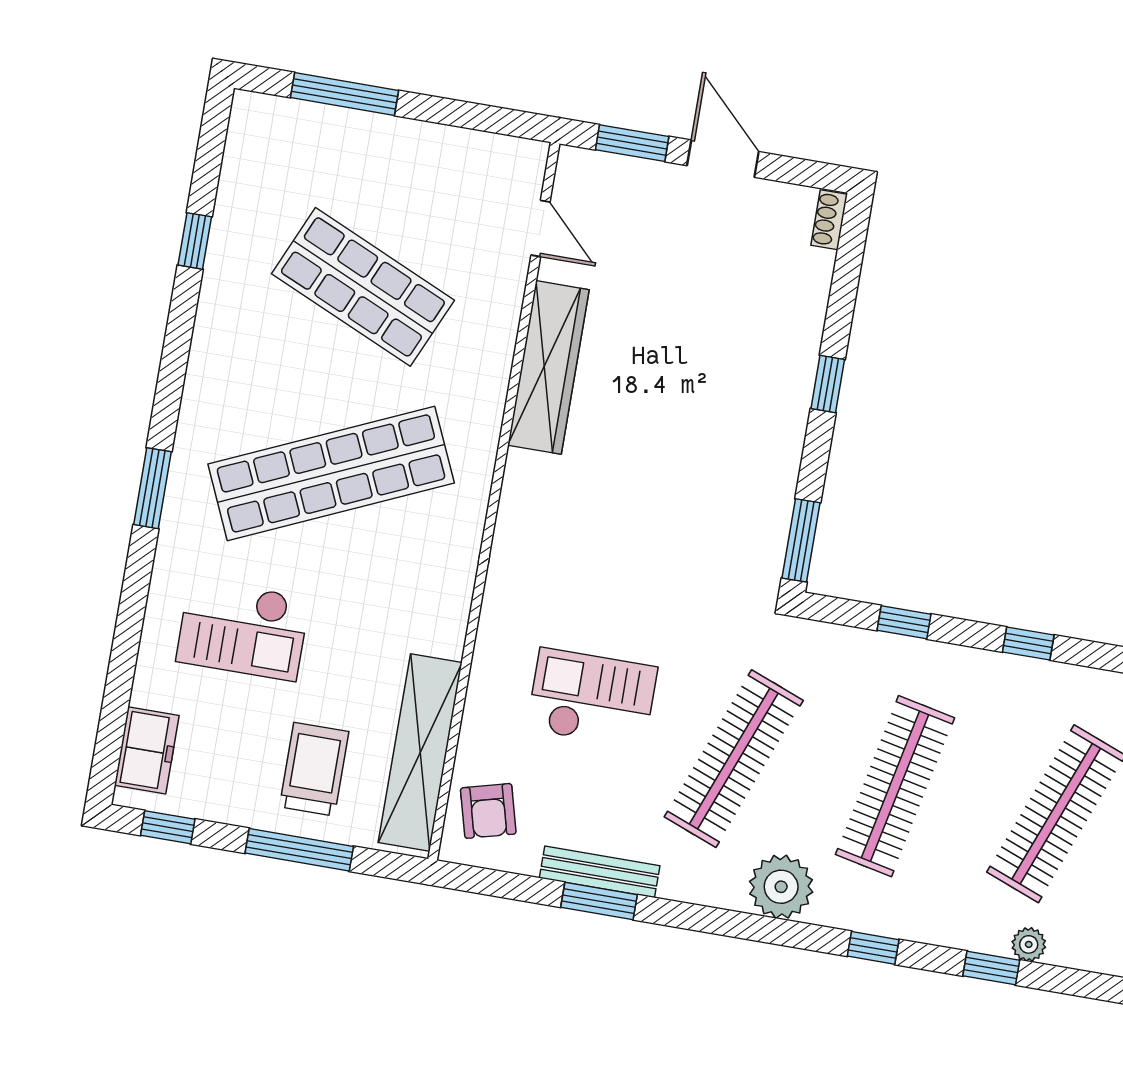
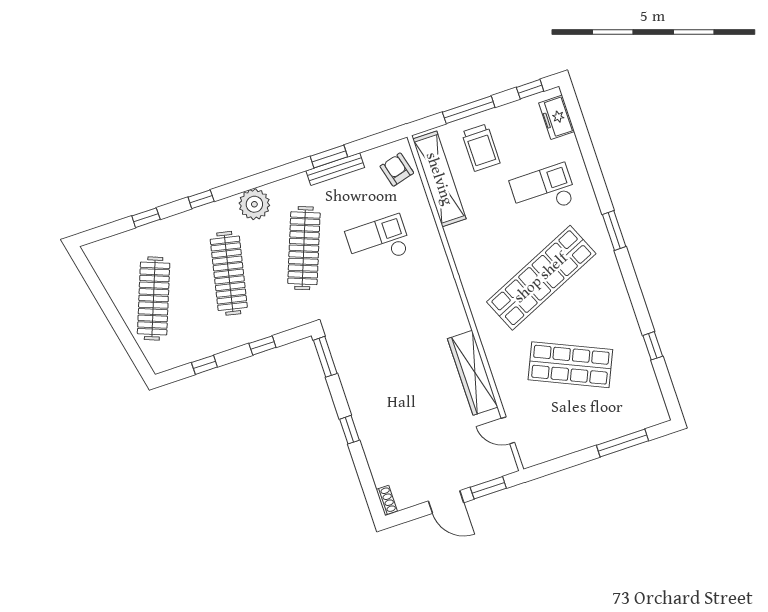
checkout: (592, 698) -> (378, 241), turned 180
plant: (1029, 944) -> (135, 236), removed

